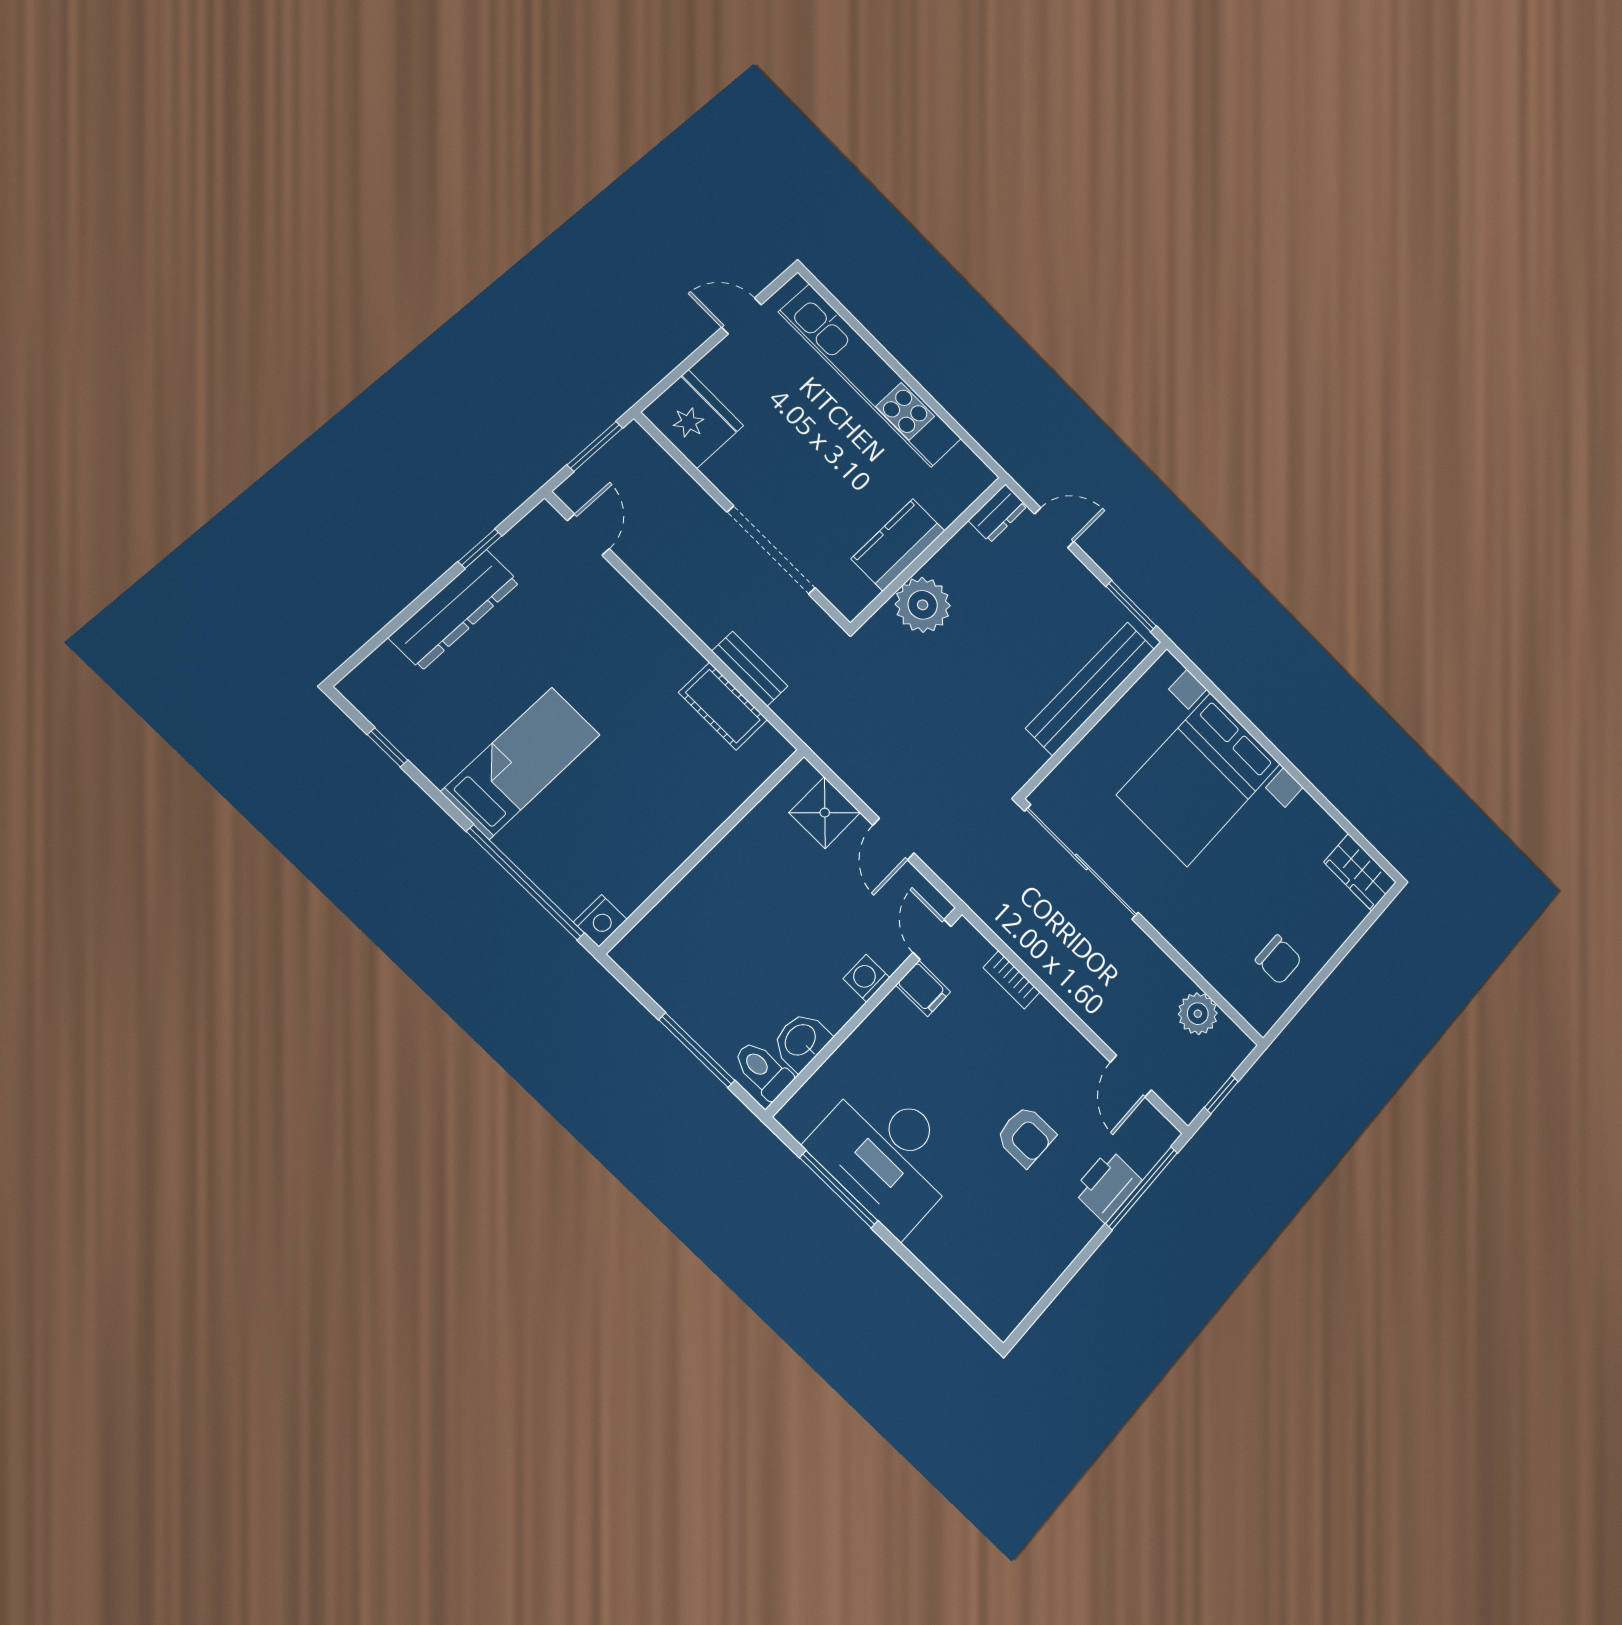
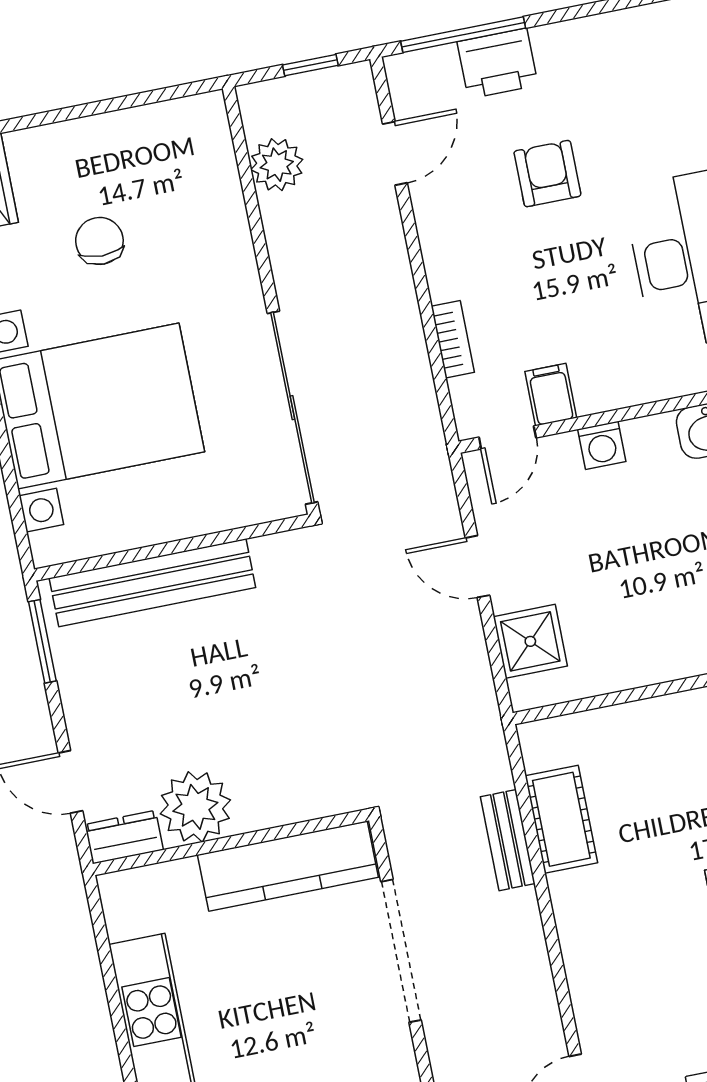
kitchen counter: (898, 545) -> (288, 866), width x1.50
plant: (923, 605) -> (195, 807), moved
door: (893, 839) -> (477, 567), swing flipped
chair: (1279, 960) -> (99, 241), moved

